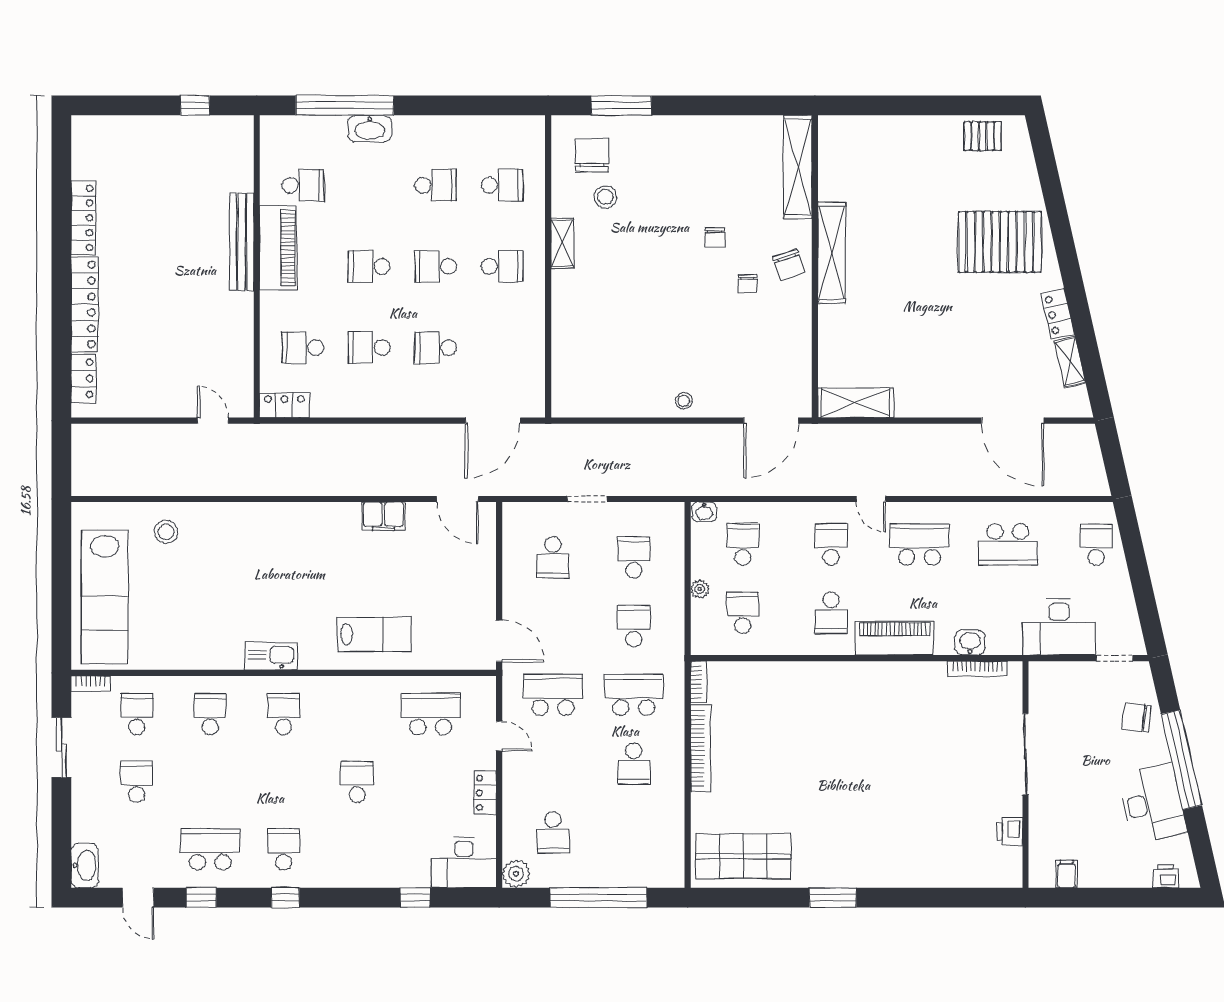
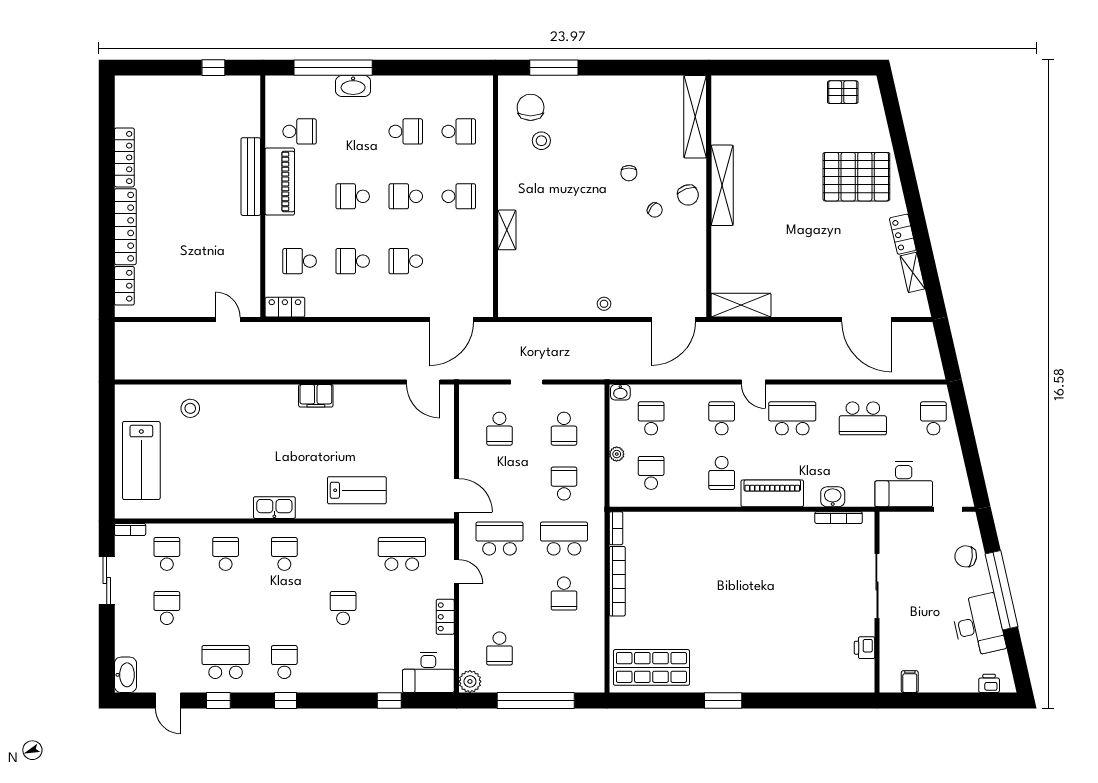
shelving: (562, 243) -> (507, 230), moved
chair: (747, 284) -> (655, 210), turned -53
filing cabinet: (383, 516) -> (316, 396), moved
school desk: (634, 557) -> (564, 429), turned 180
lab bench: (105, 597) -> (141, 461), width x0.73

